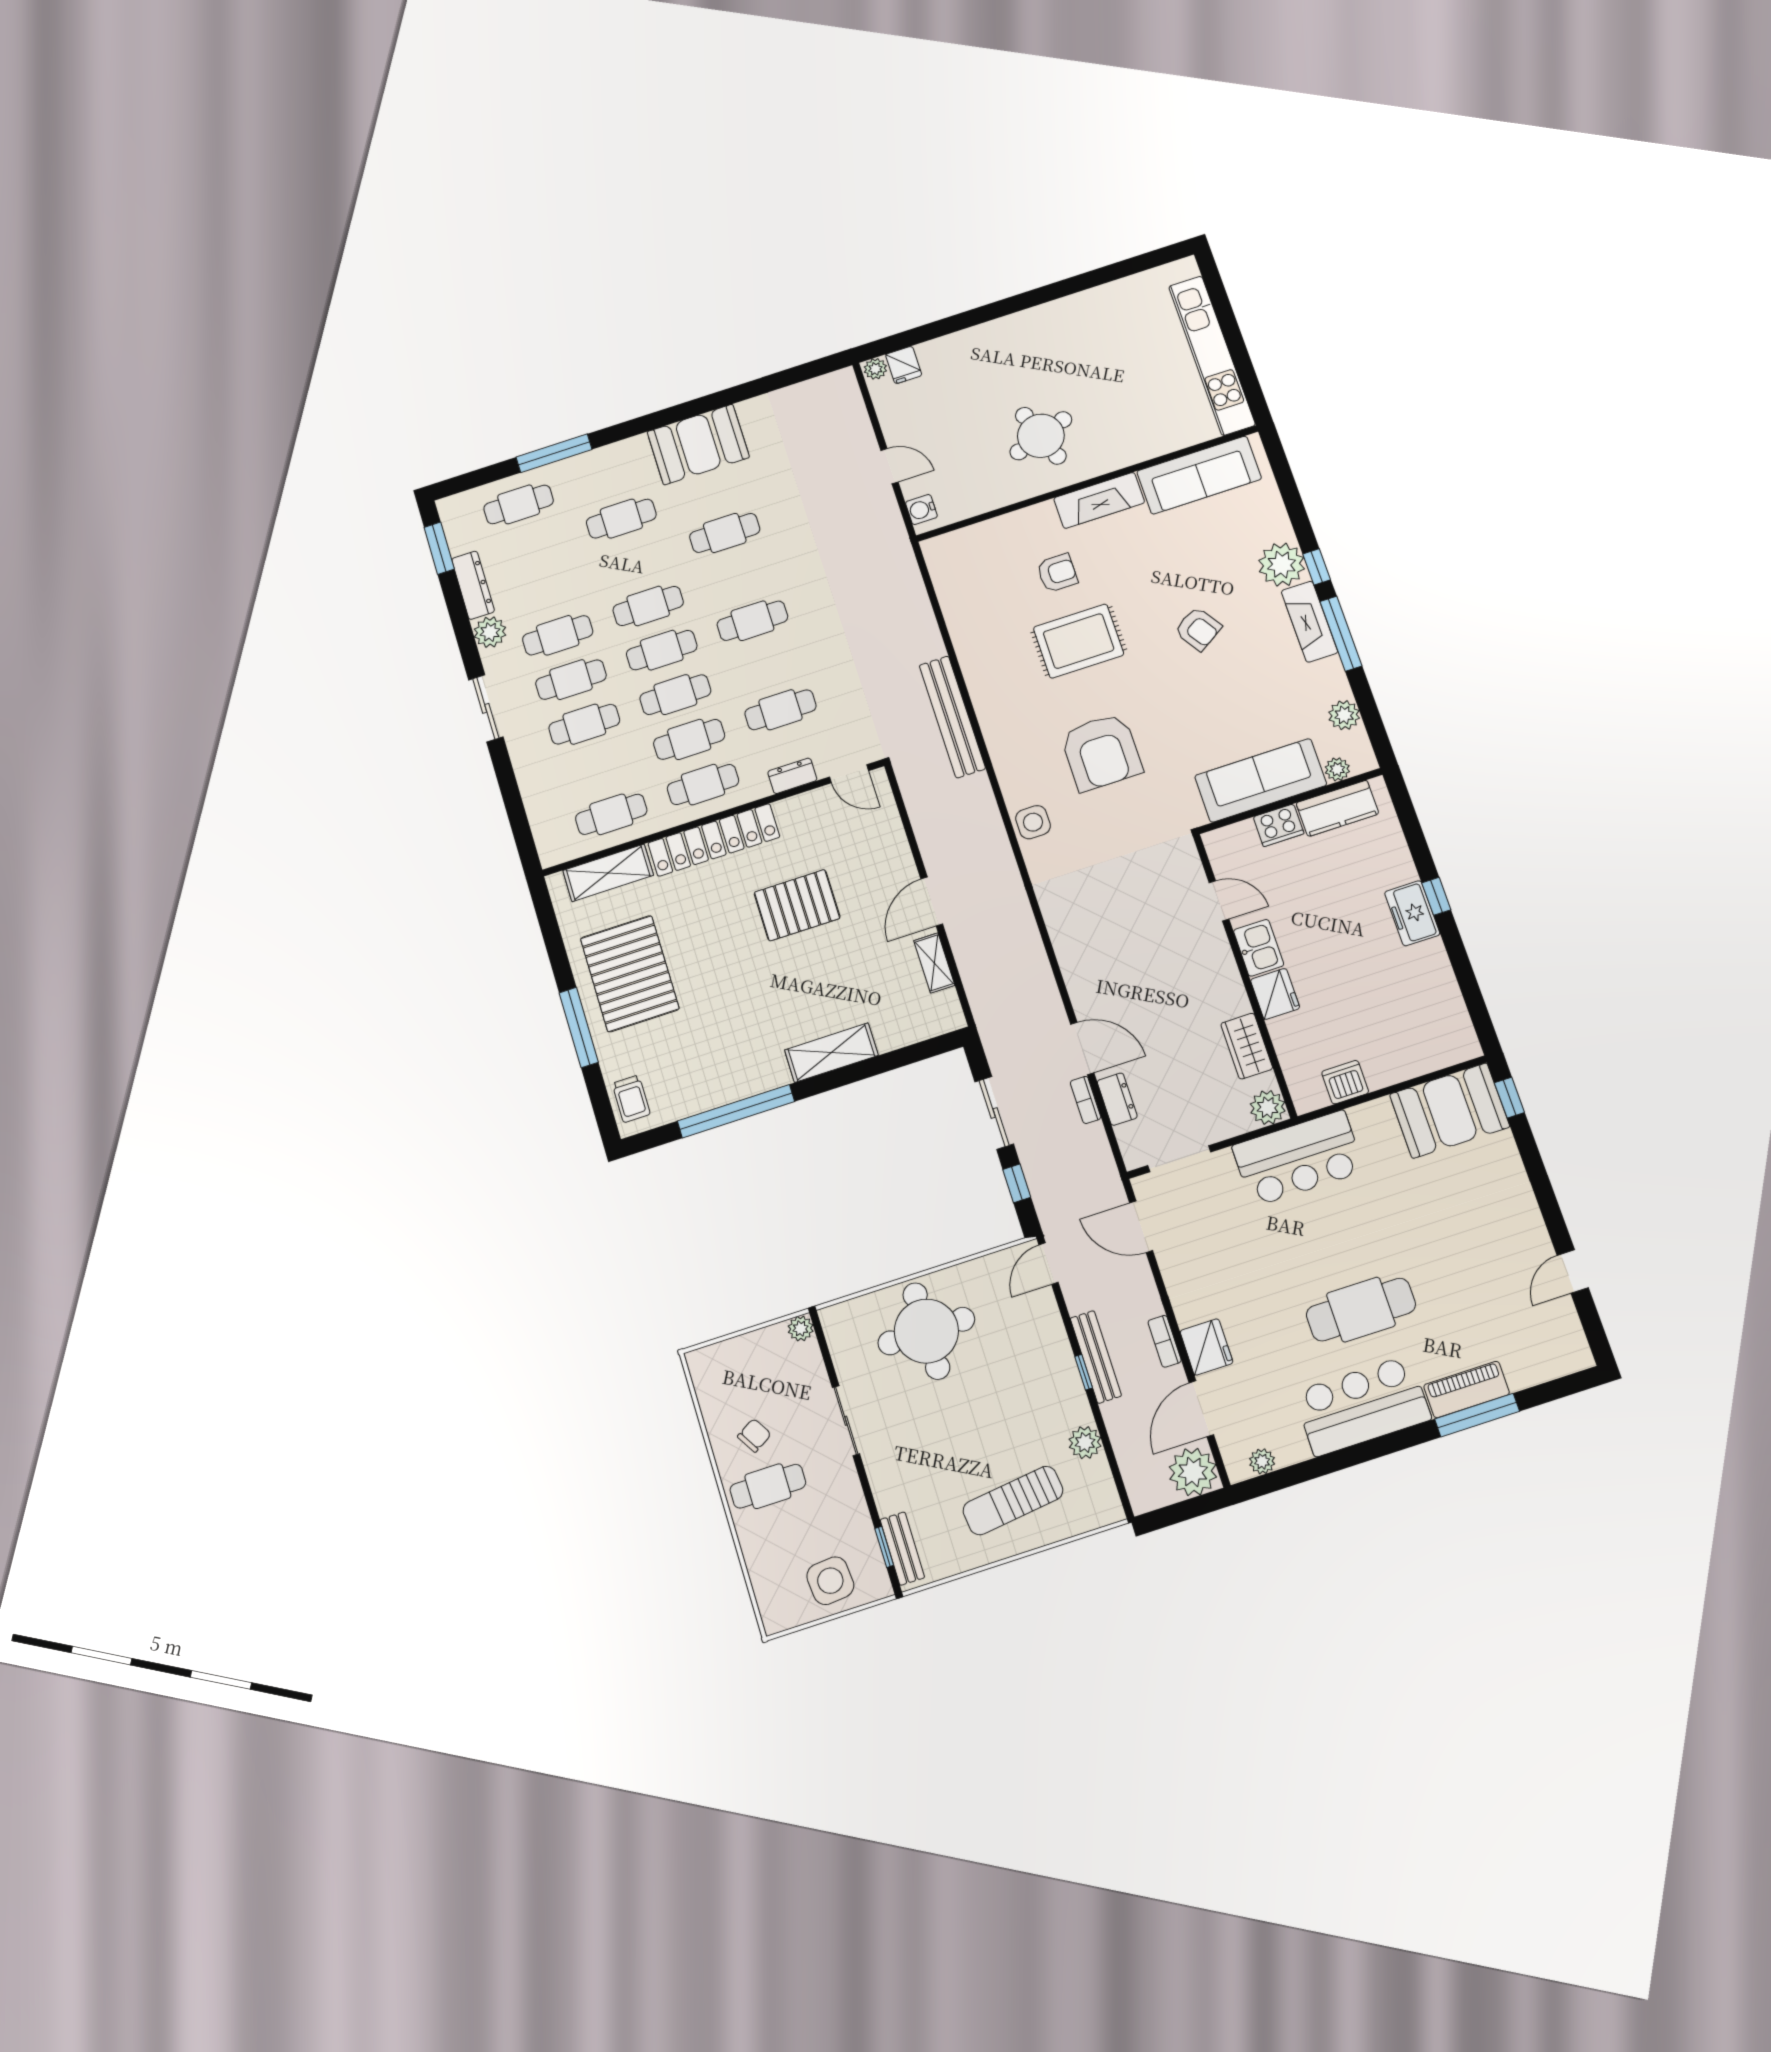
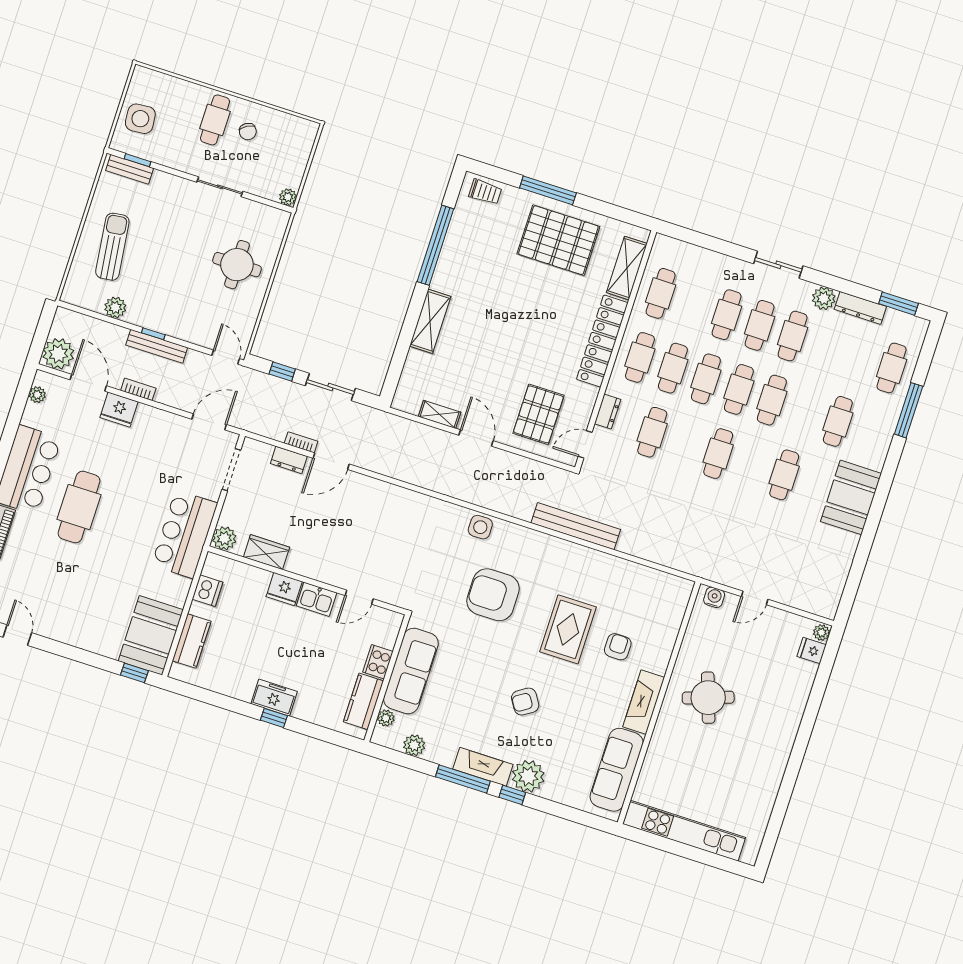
armchair: (1057, 573) -> (618, 647), turned 180
pallet: (797, 905) -> (538, 414), moved
kitchen counter: (1419, 1058) -> (192, 641), added
trolley: (631, 1099) -> (485, 192), turned 180
round table: (926, 1331) -> (237, 265), width x0.73, depth x0.73

